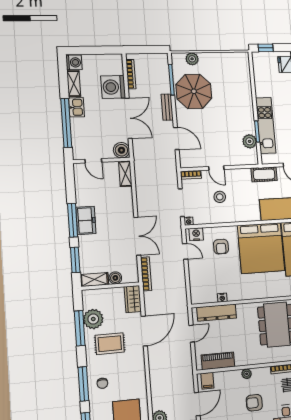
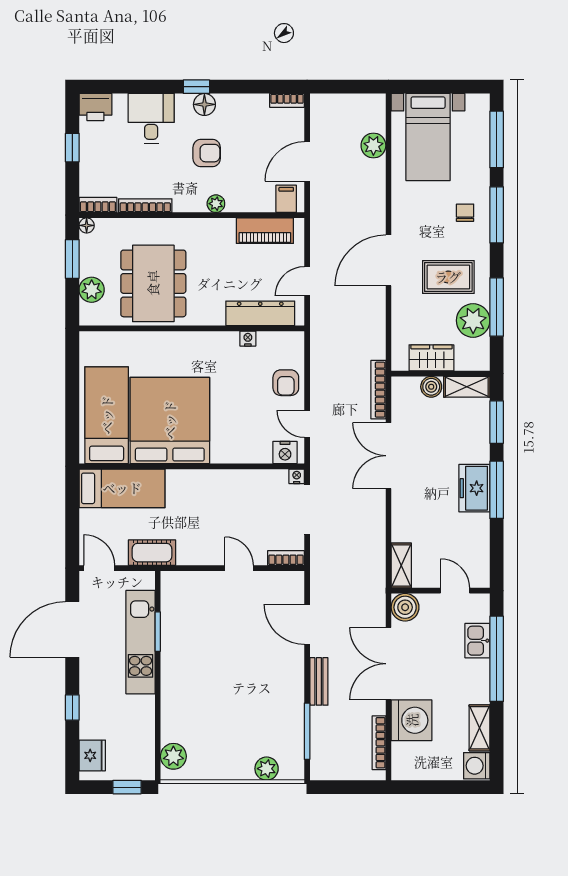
parasol: (194, 91) -> (268, 709), removed
kitchen sink: (76, 107) -> (477, 641), moved
plant: (250, 141) -> (173, 756), moved
stool: (220, 197) -> (237, 516), removed
armchair: (221, 247) -> (286, 383), moved, turned 180
wardrobe: (133, 299) -> (431, 358), moved, turned -90
door: (144, 331) -> (389, 260), moved

